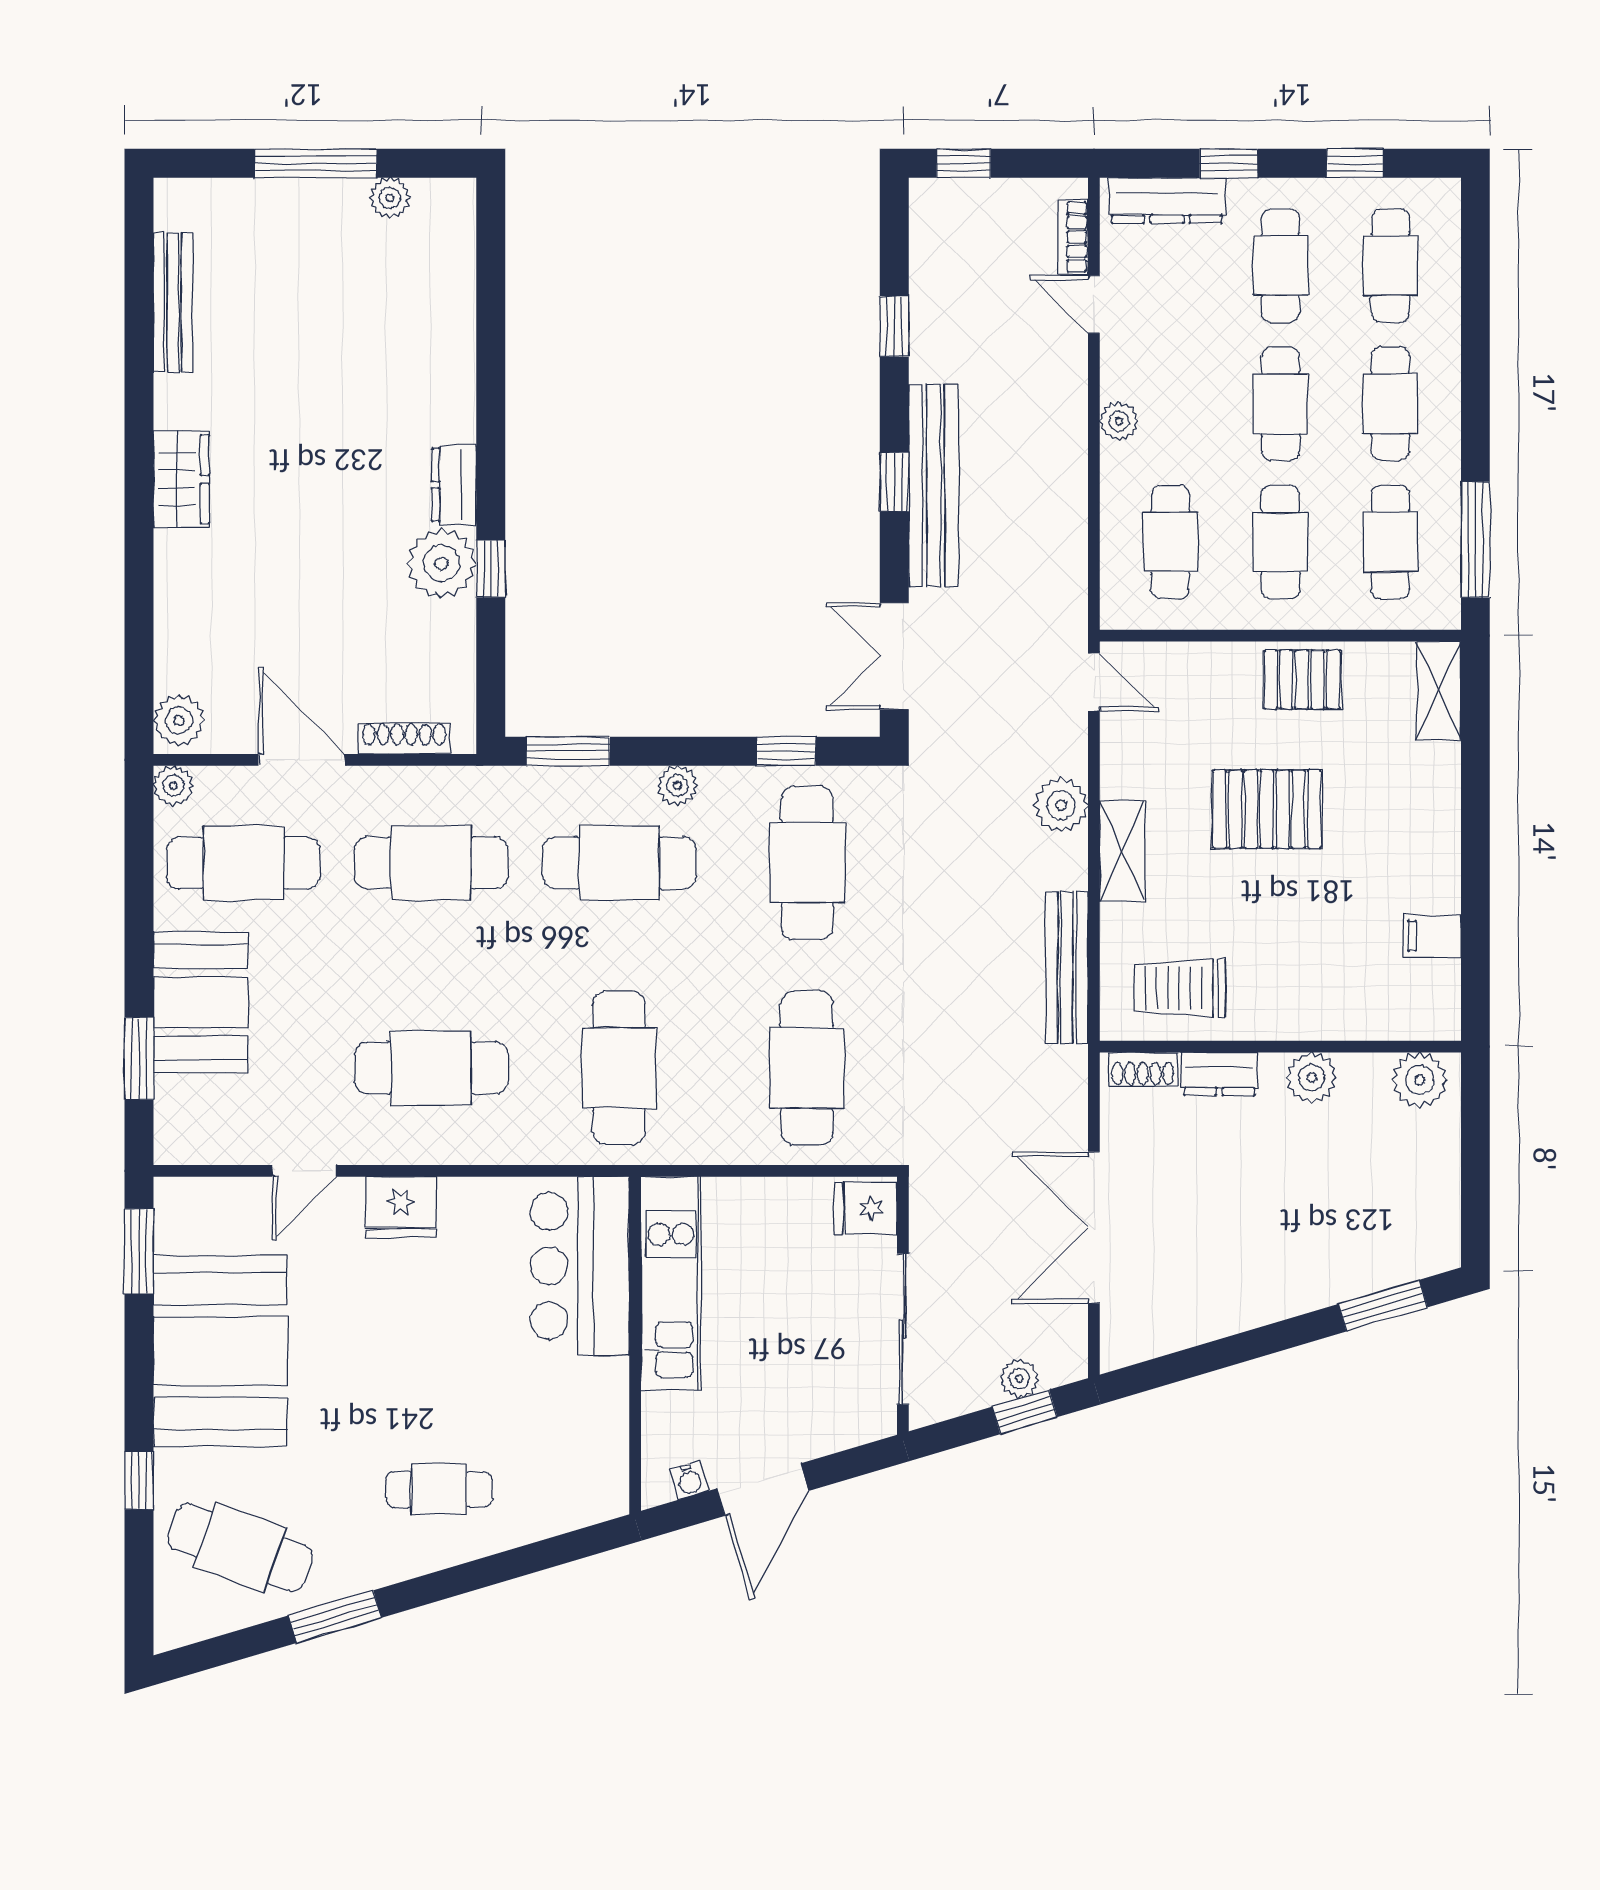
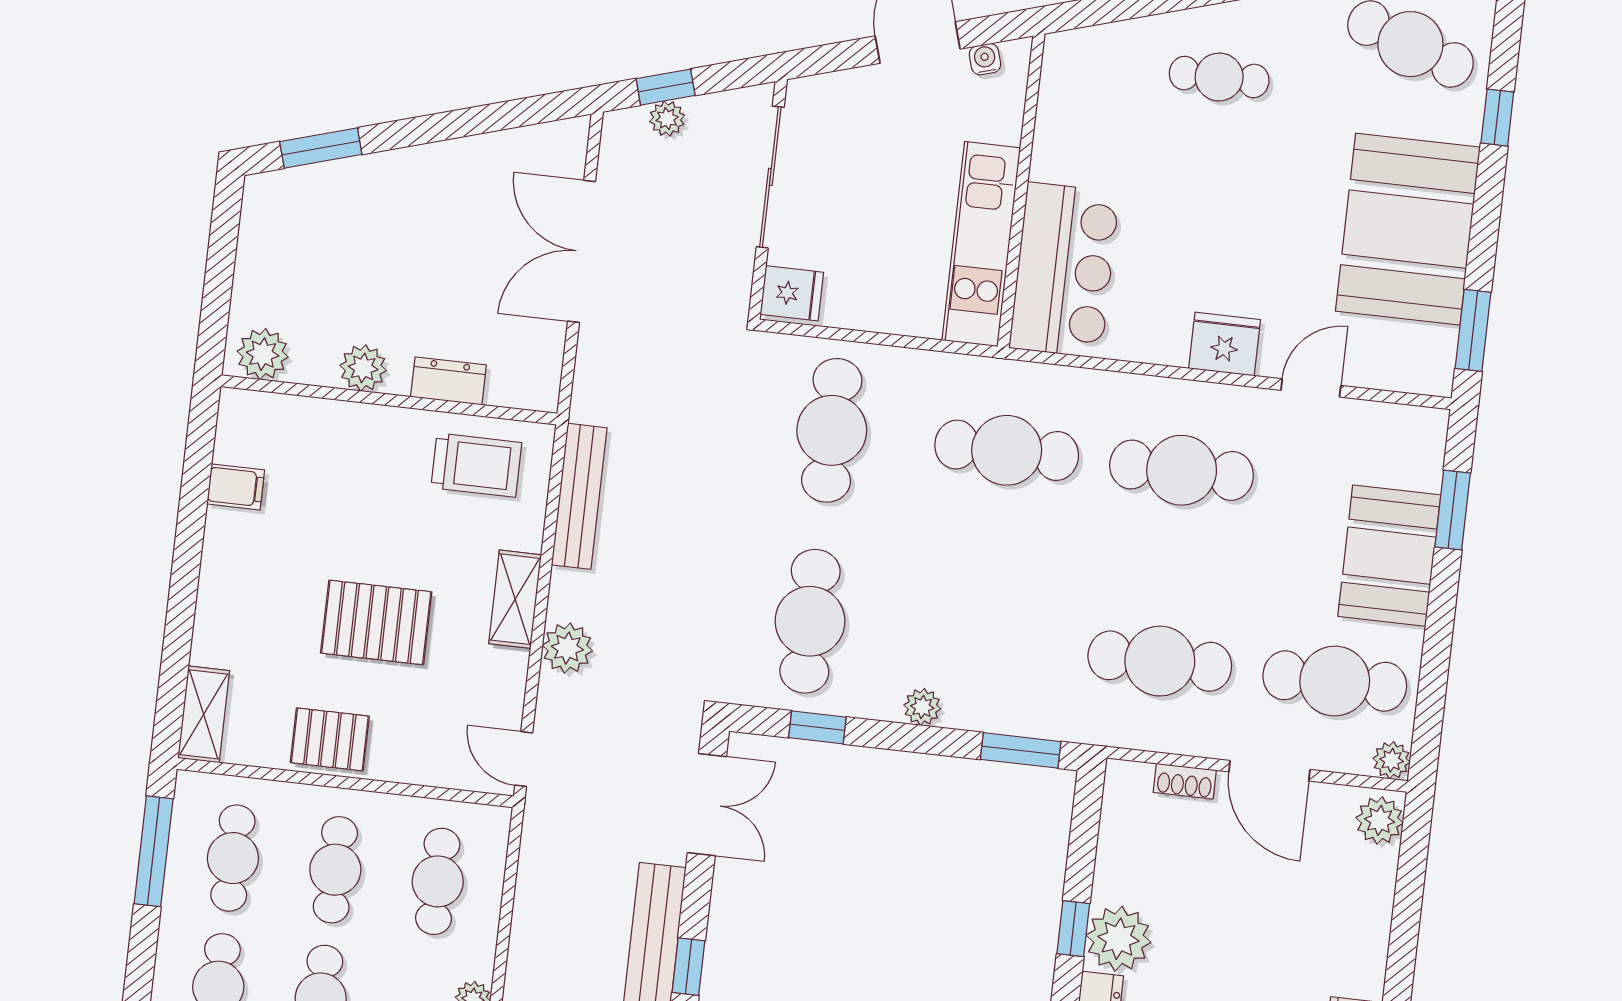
shoe rack: (404, 738) -> (1185, 781), width x0.70
cafe table: (619, 863) -> (985, 641), removed
cafe table: (619, 1068) -> (1007, 450), turned 90
shoe rack: (1143, 1069) -> (519, 394), removed
double door: (1094, 1227) -> (582, 251), swing flipped

